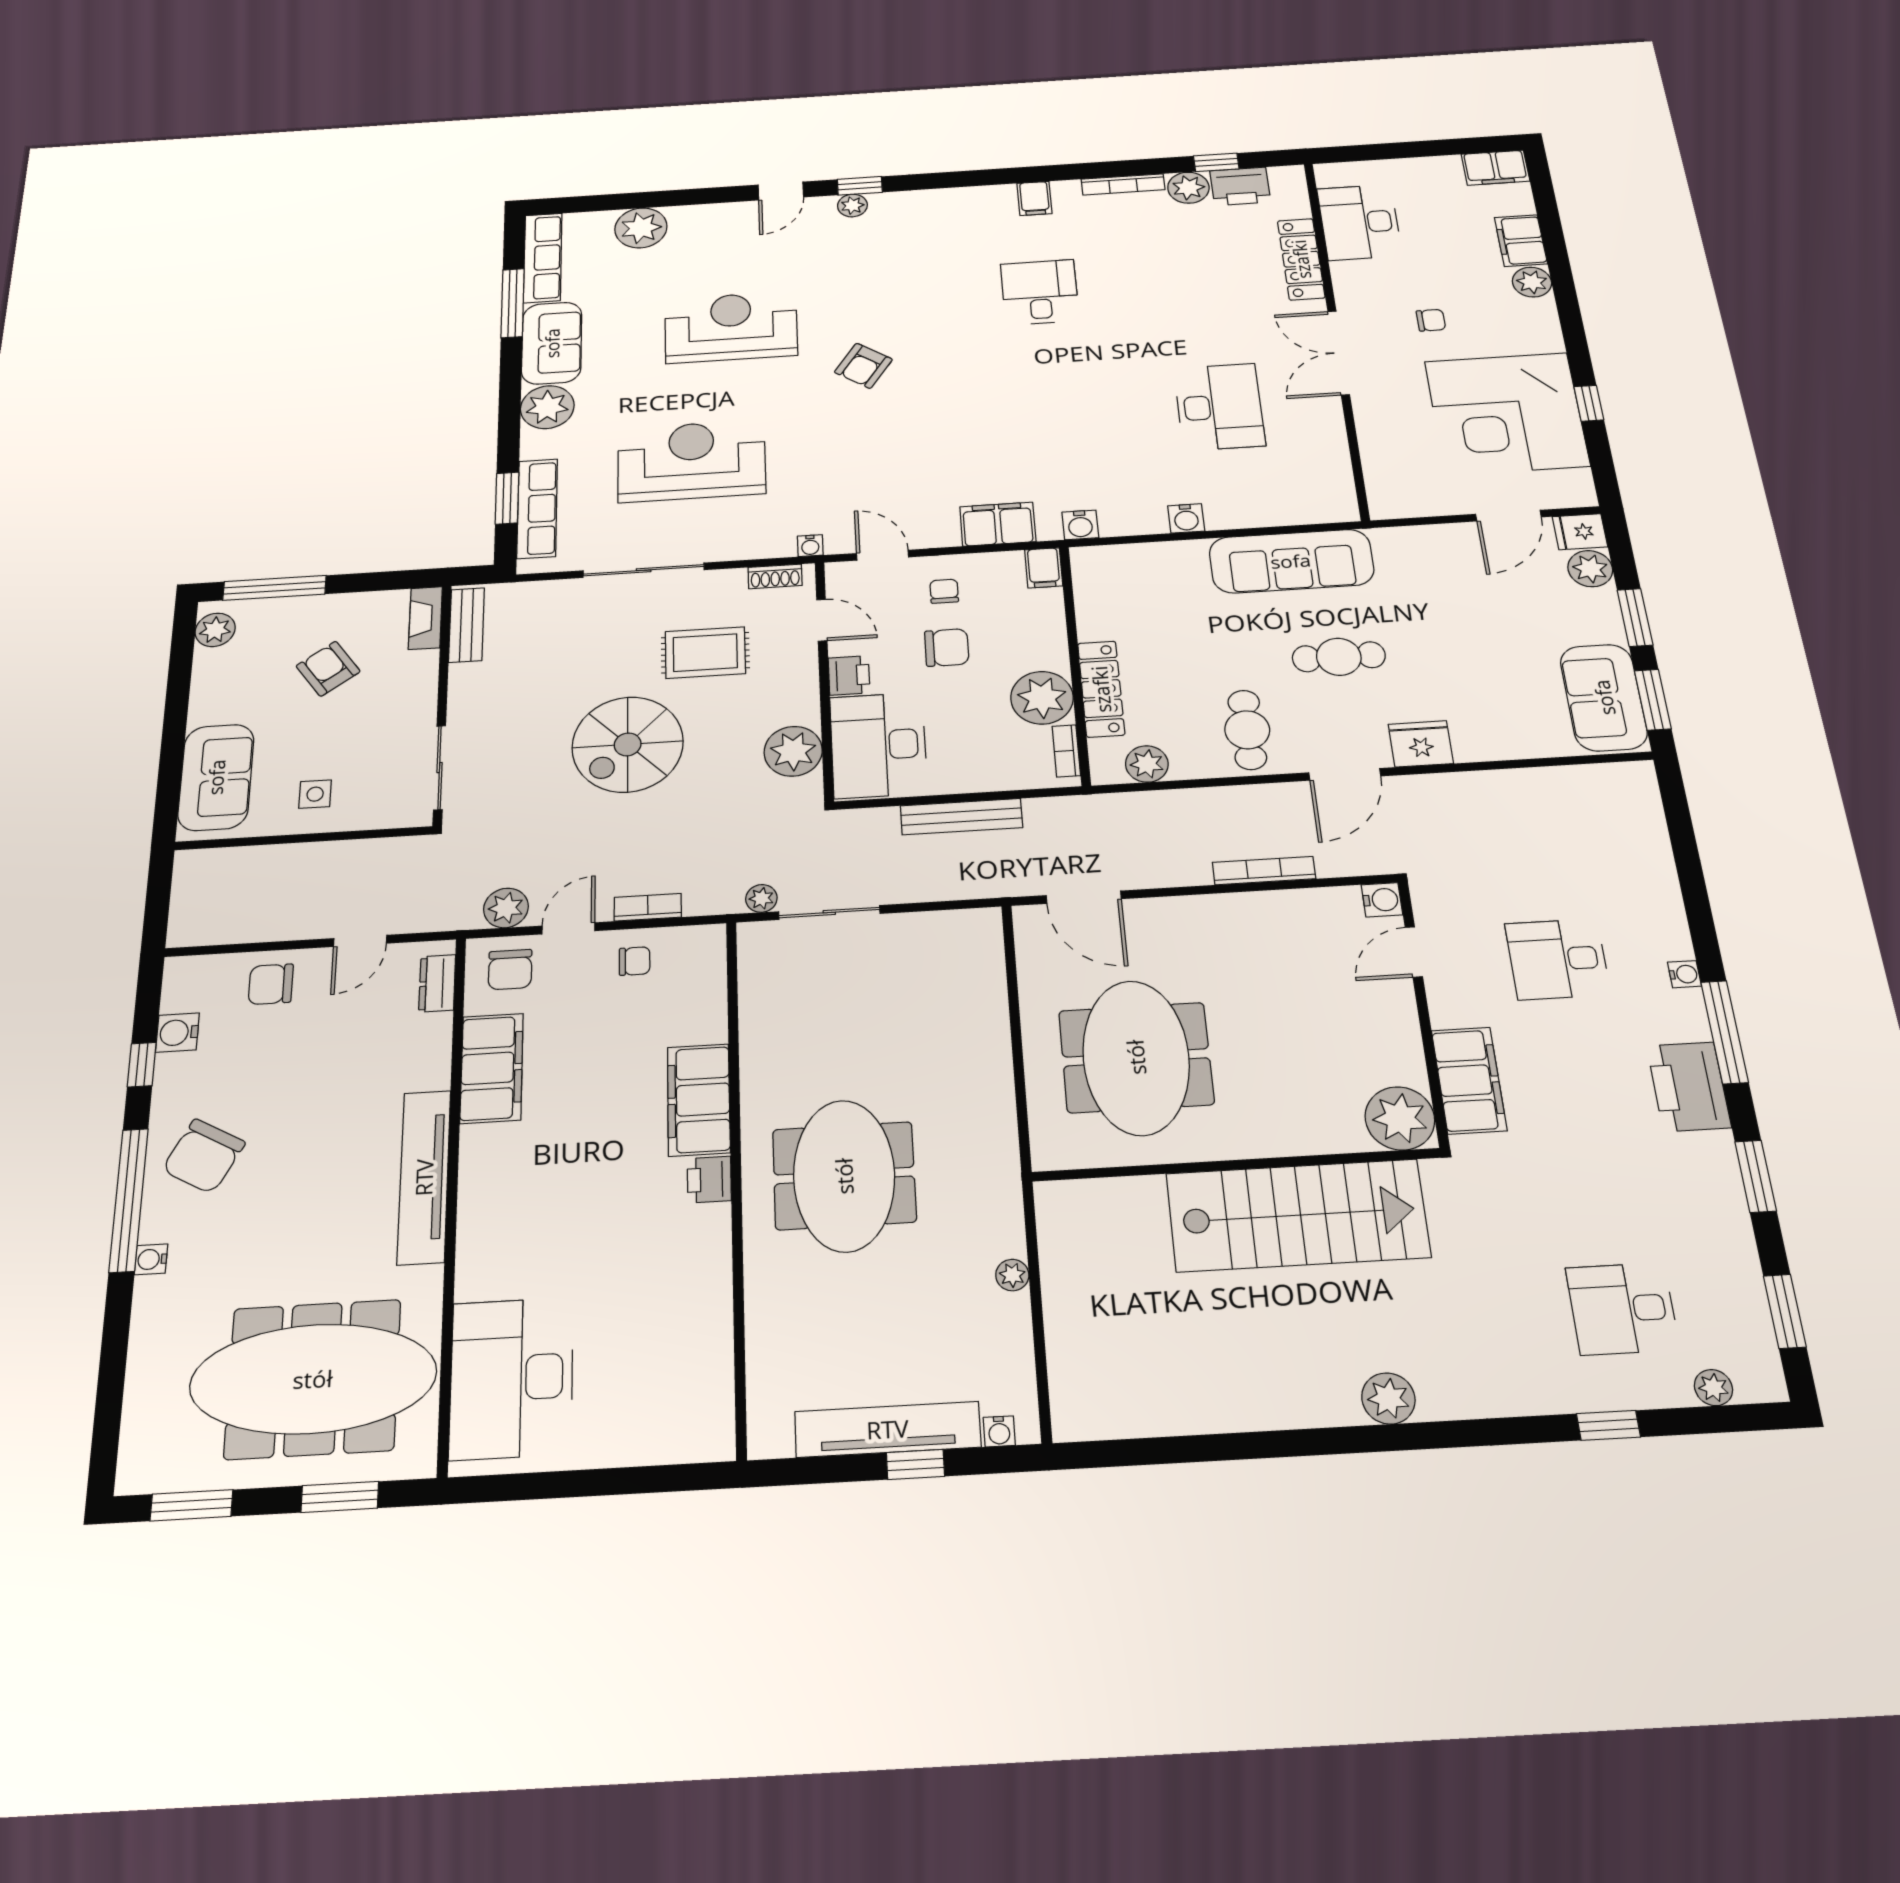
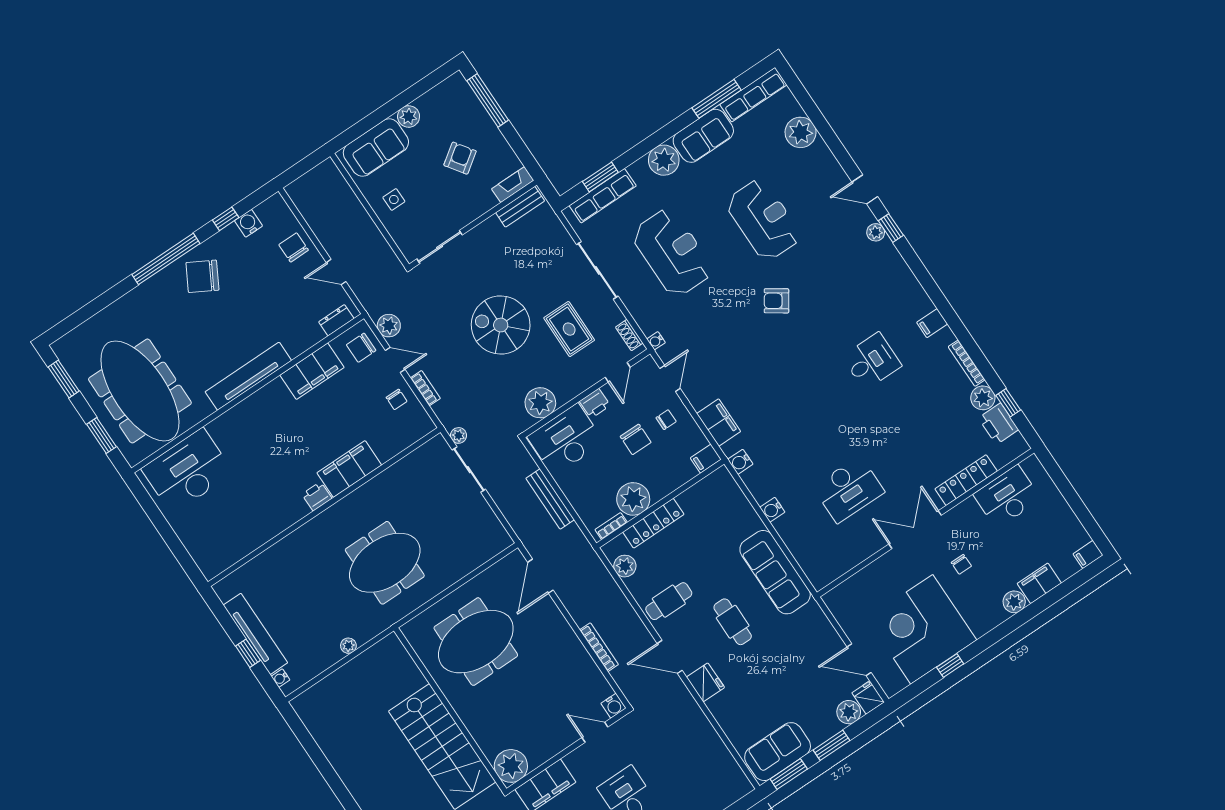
filing cabinet: (1495, 168) -> (1088, 554), width x0.50
plant: (215, 630) -> (409, 116), moved
meeting table: (844, 1176) -> (385, 563), moved
water cooler: (151, 1259) -> (148, 288), removed

